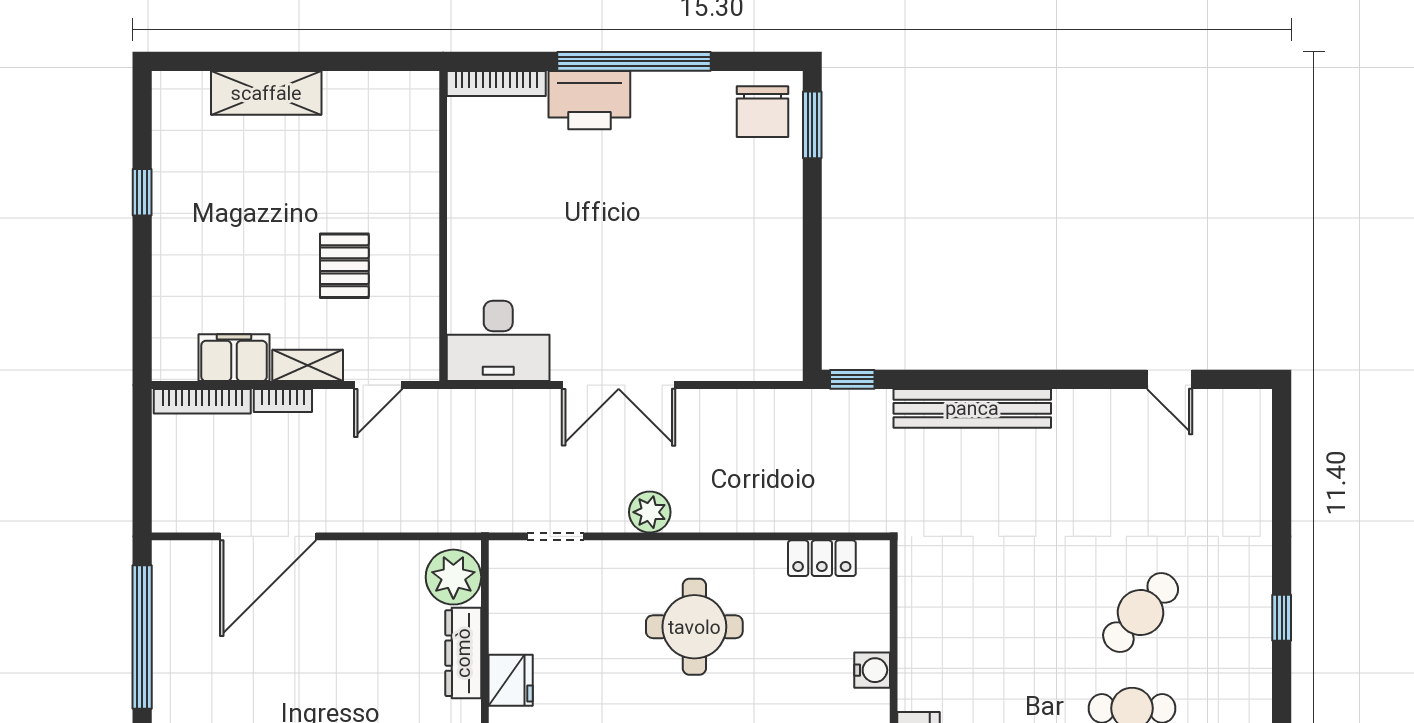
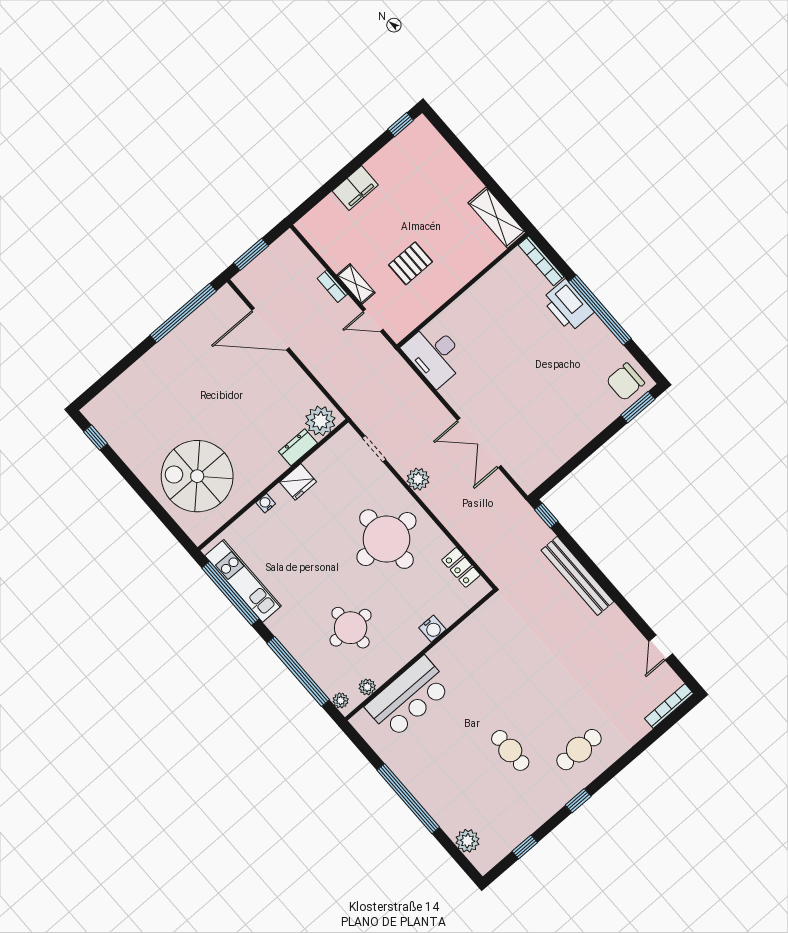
shelving: (266, 93) -> (497, 218), moved
window: (142, 192) -> (401, 125), moved
filing cabinet: (234, 358) -> (355, 188), moved, turned 90
double door: (619, 385) -> (479, 443), moved
bookcase: (202, 401) -> (669, 706), moved, turned 90
window: (142, 474) -> (251, 254), added
cafe table: (1141, 613) -> (579, 750), moved, turned -42
window: (1282, 618) -> (578, 801), moved
round table: (694, 627) -> (386, 539), width x1.36, depth x1.36
dresser: (463, 653) -> (298, 447), width x0.70

